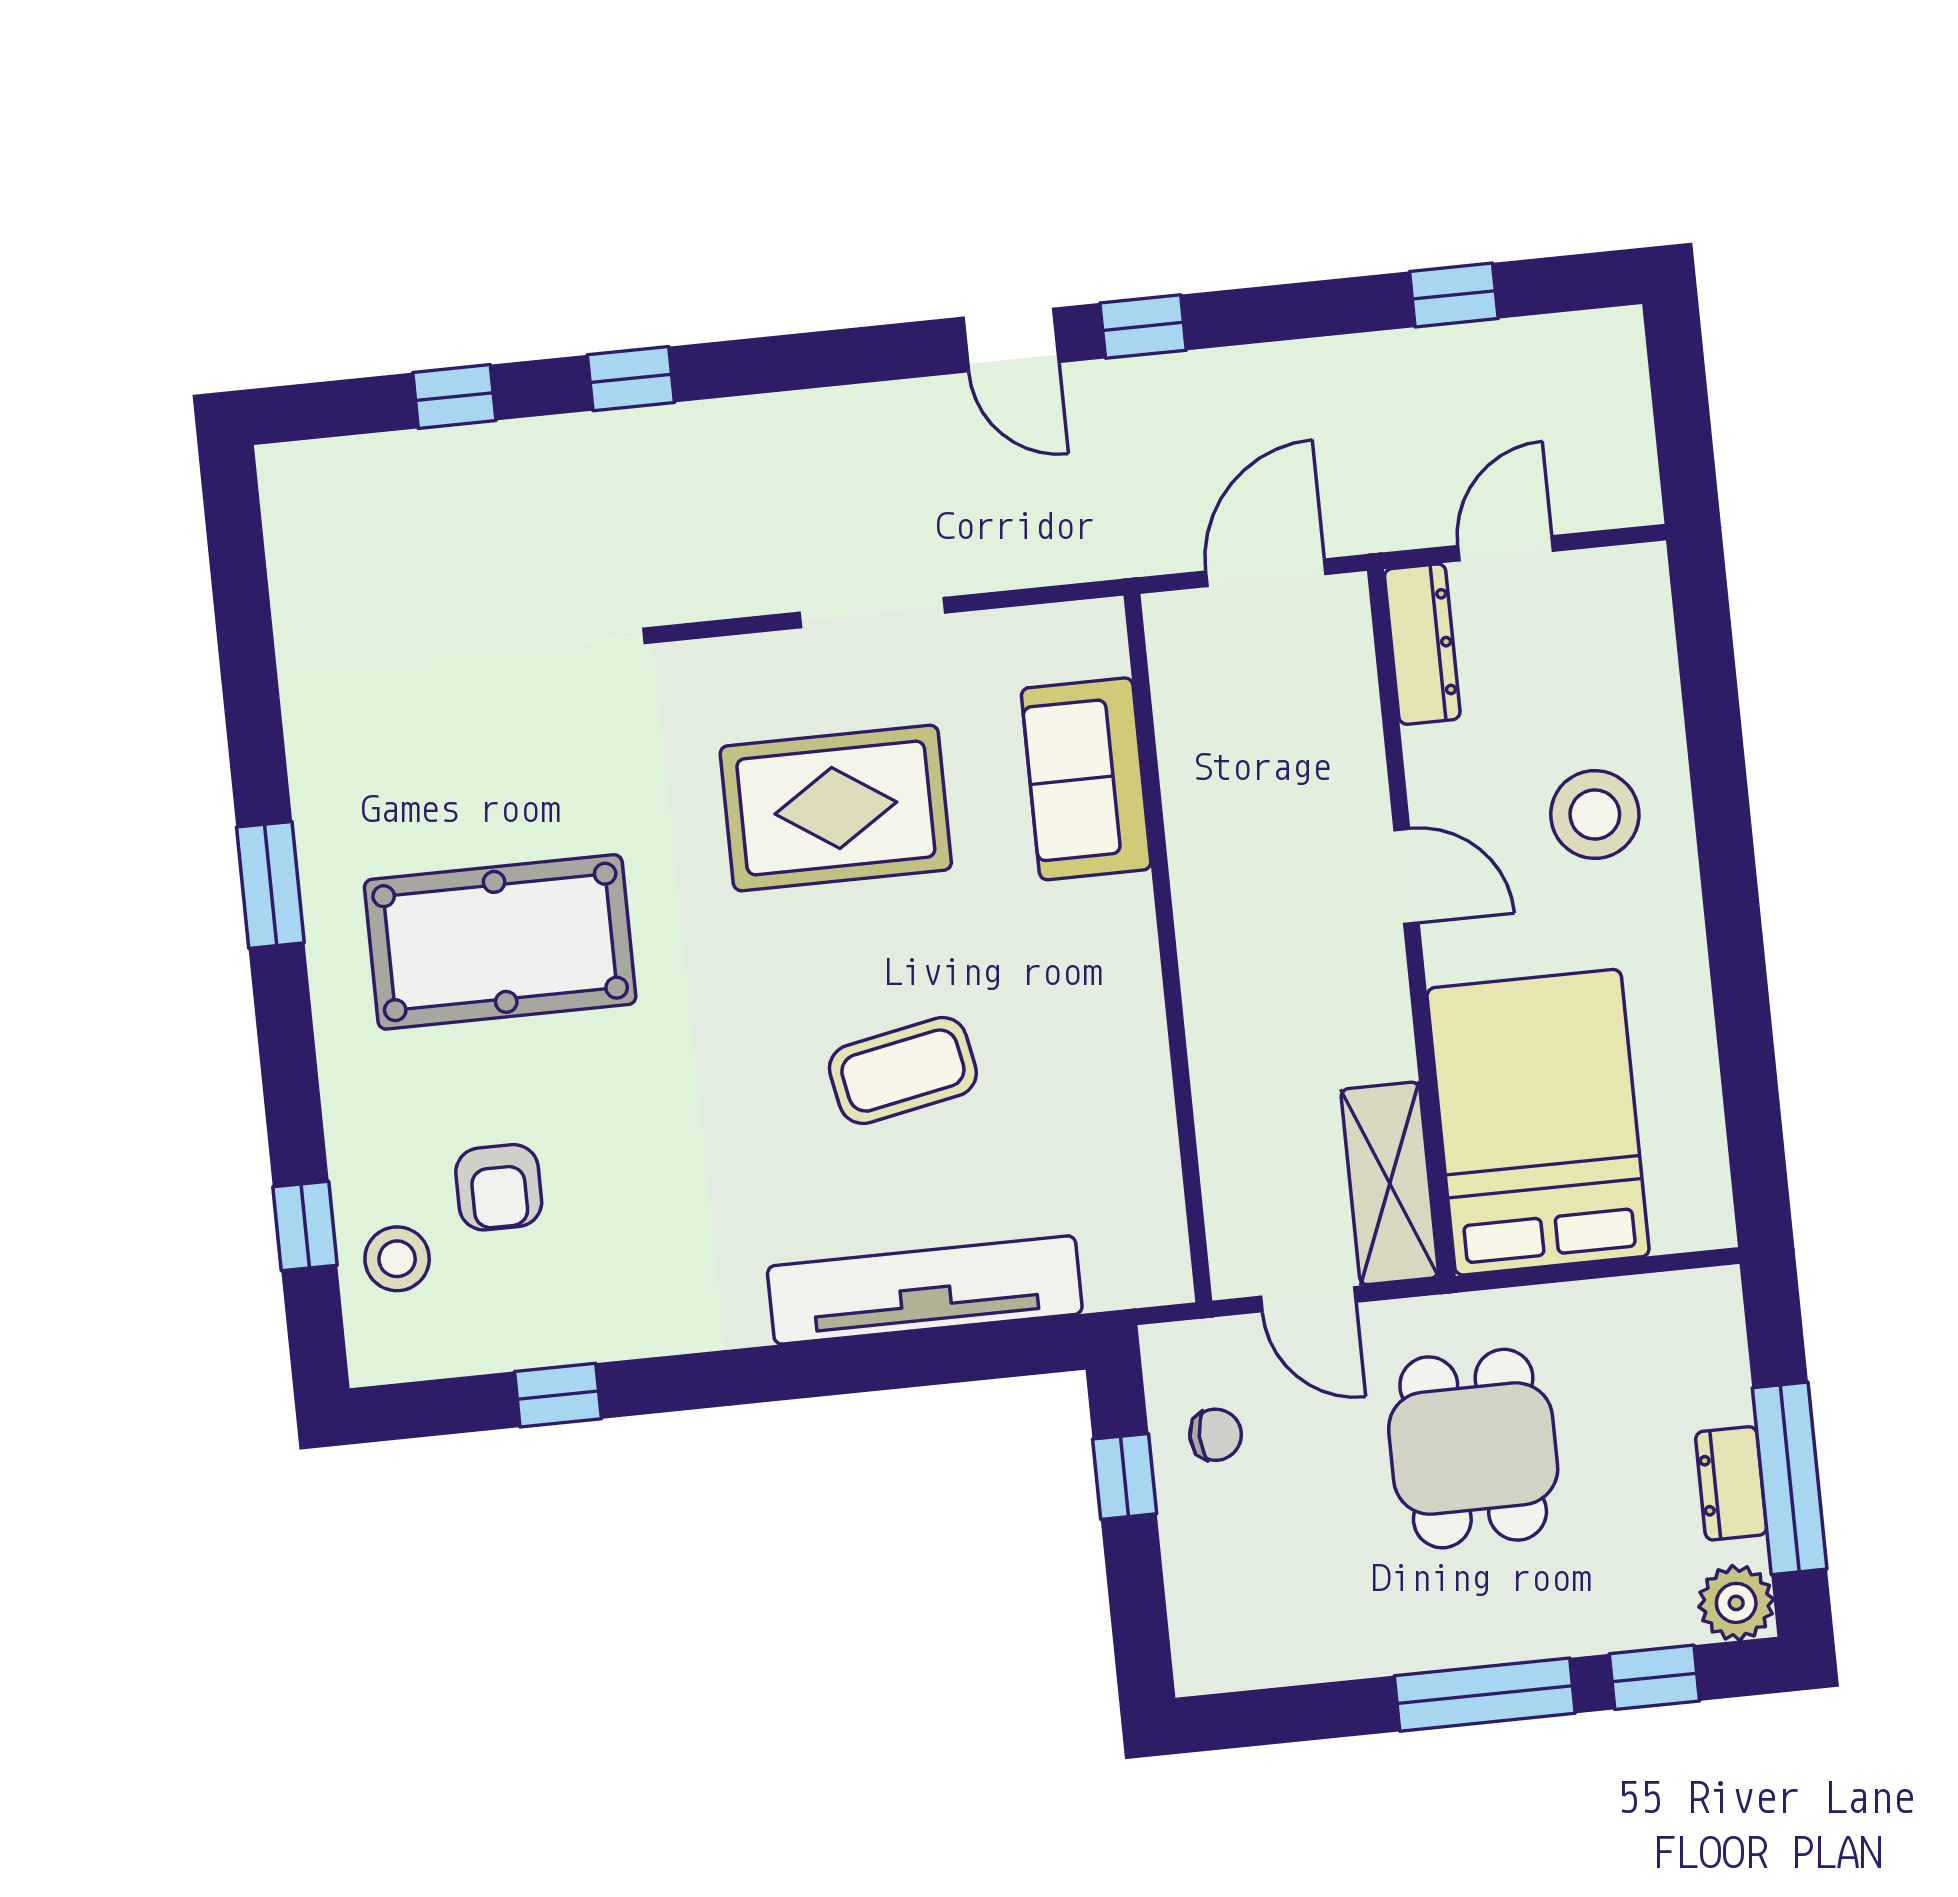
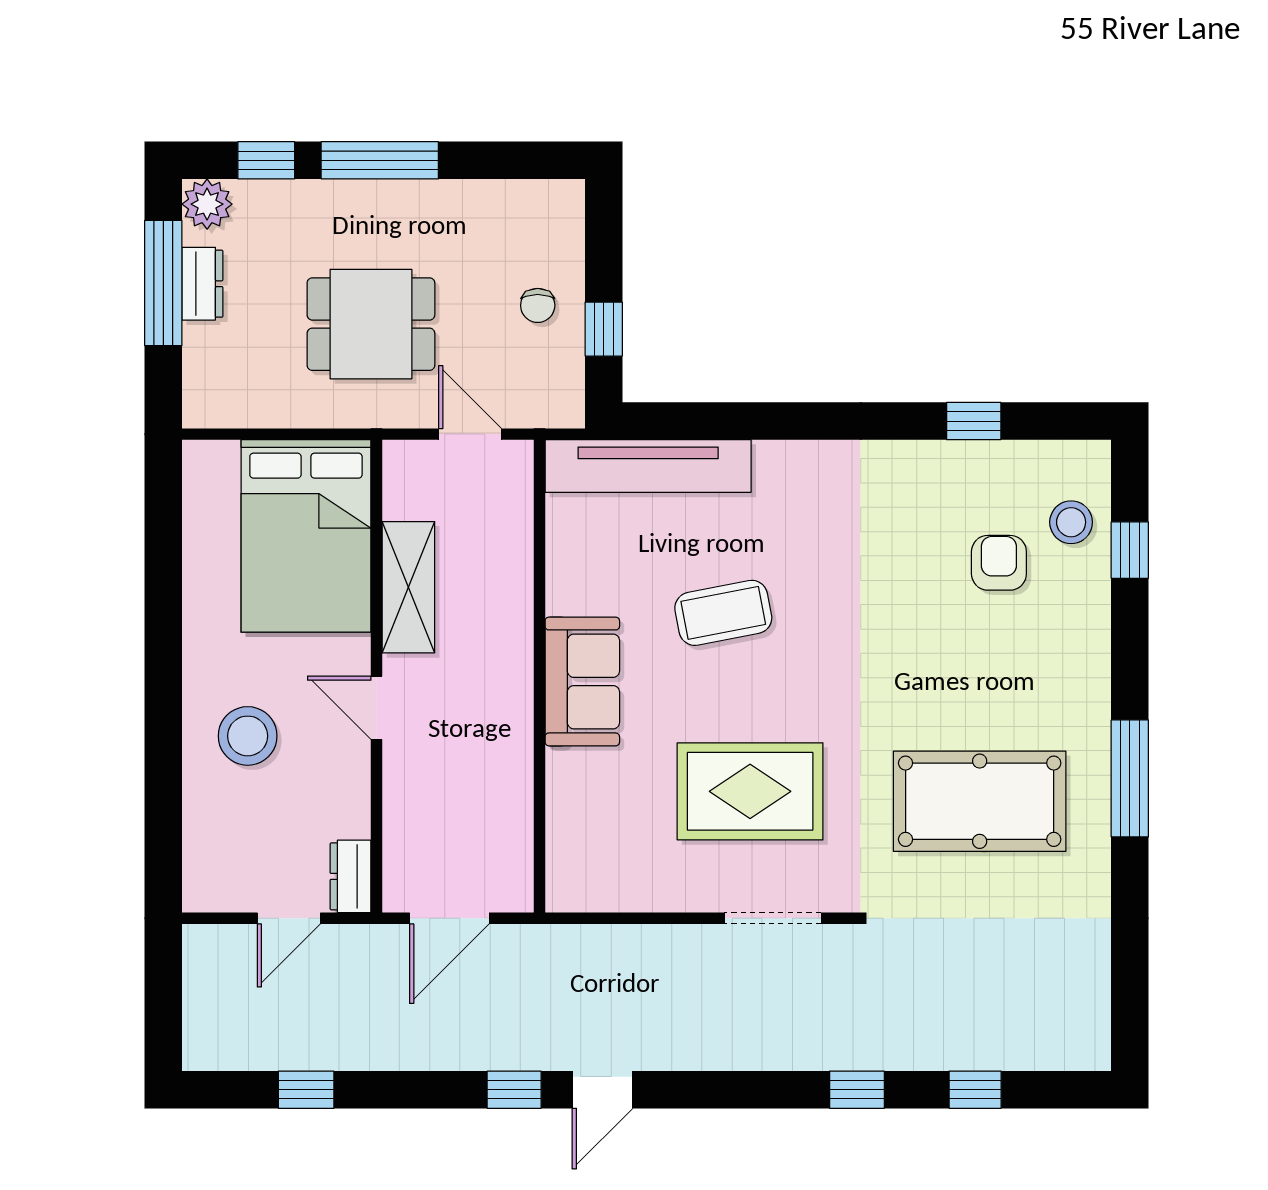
door: (1011, 340) -> (603, 1090), swing flipped
doorway: (872, 613) -> (773, 918), moved
dresser: (1422, 644) -> (350, 876), width x0.70
sofa: (1086, 779) -> (582, 681), moved
window: (270, 885) -> (1130, 778), width x1.44
pool table: (500, 942) -> (980, 801), moved
shelving: (1390, 1183) -> (408, 587), moved
tv unit: (925, 1290) -> (648, 466), moved
chair: (1216, 1435) -> (538, 305), moved, turned -90
dining table: (1473, 1449) -> (371, 324), turned 90

